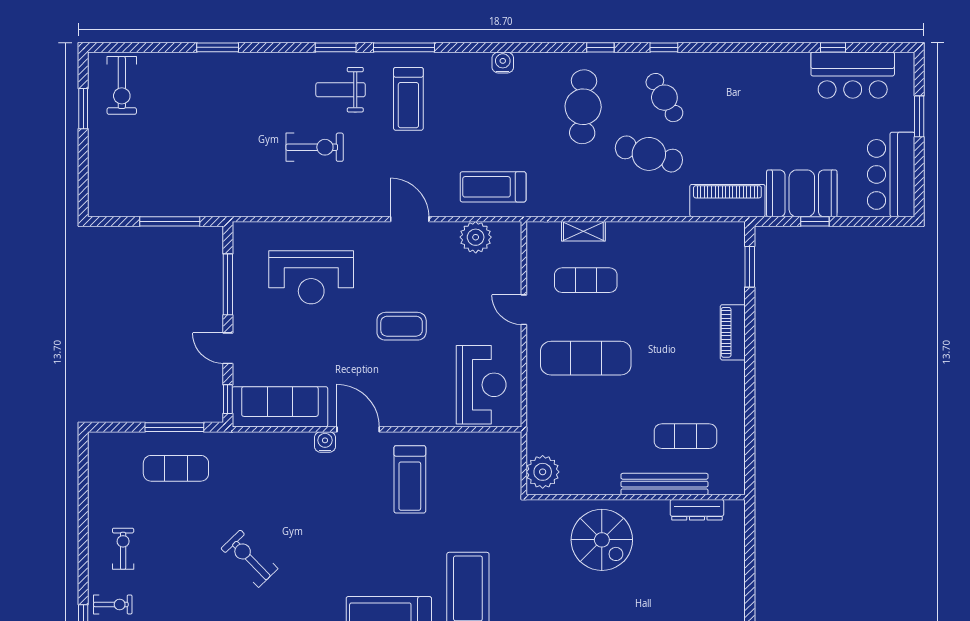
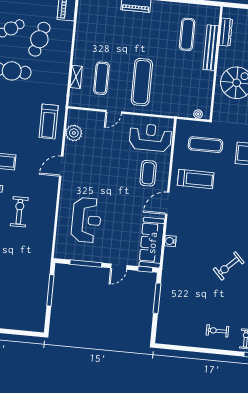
coffee table: (402, 326) -> (148, 173), moved
water cooler: (325, 442) -> (170, 241), moved
exercise mat: (176, 468) -> (205, 145), moved, turned 90
plant: (543, 472) -> (198, 114), width x0.53, depth x0.53

